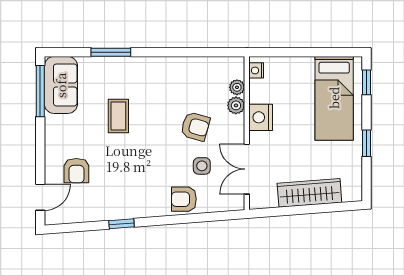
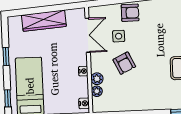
nightstand: (261, 117) -> (83, 71), width x0.53, depth x0.56
armchair: (195, 126) -> (124, 63), turned -132

